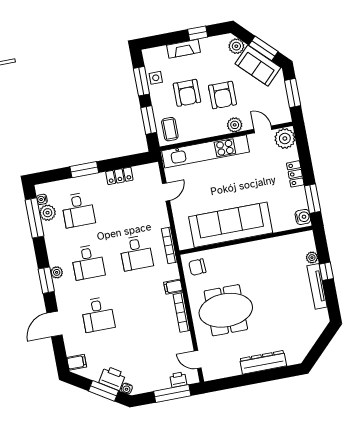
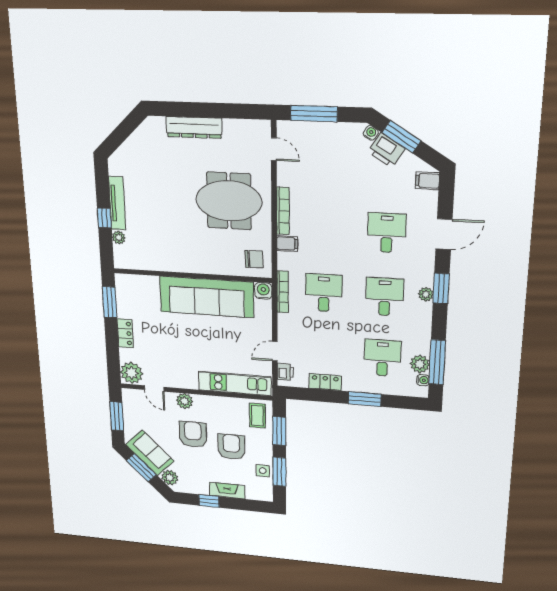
kitchen unit: (205, 151) -> (235, 383), width x0.73
water cooler: (303, 217) -> (263, 291), moved, turned 90
printer: (178, 380) -> (285, 372), moved, turned -90

